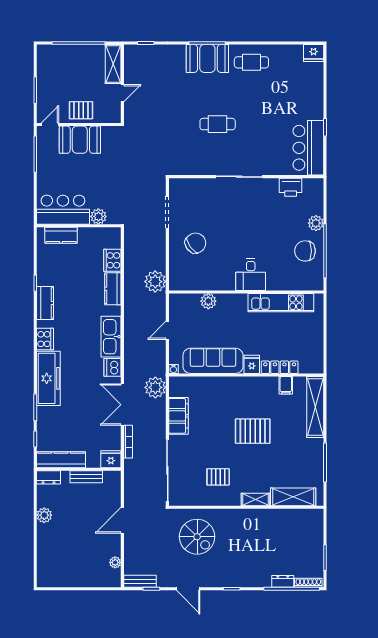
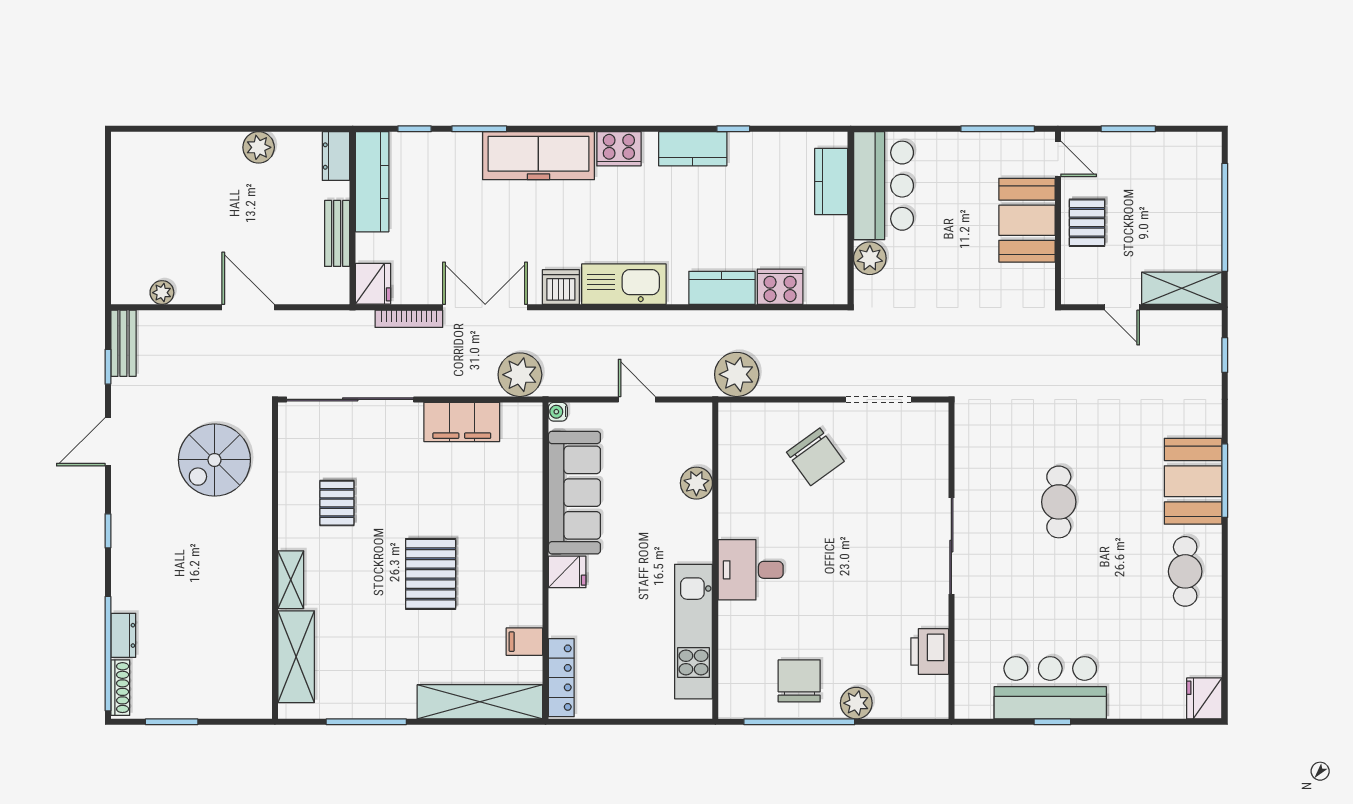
bar counter: (308, 148) -> (1050, 688), moved
locker: (280, 367) -> (561, 678), moved

